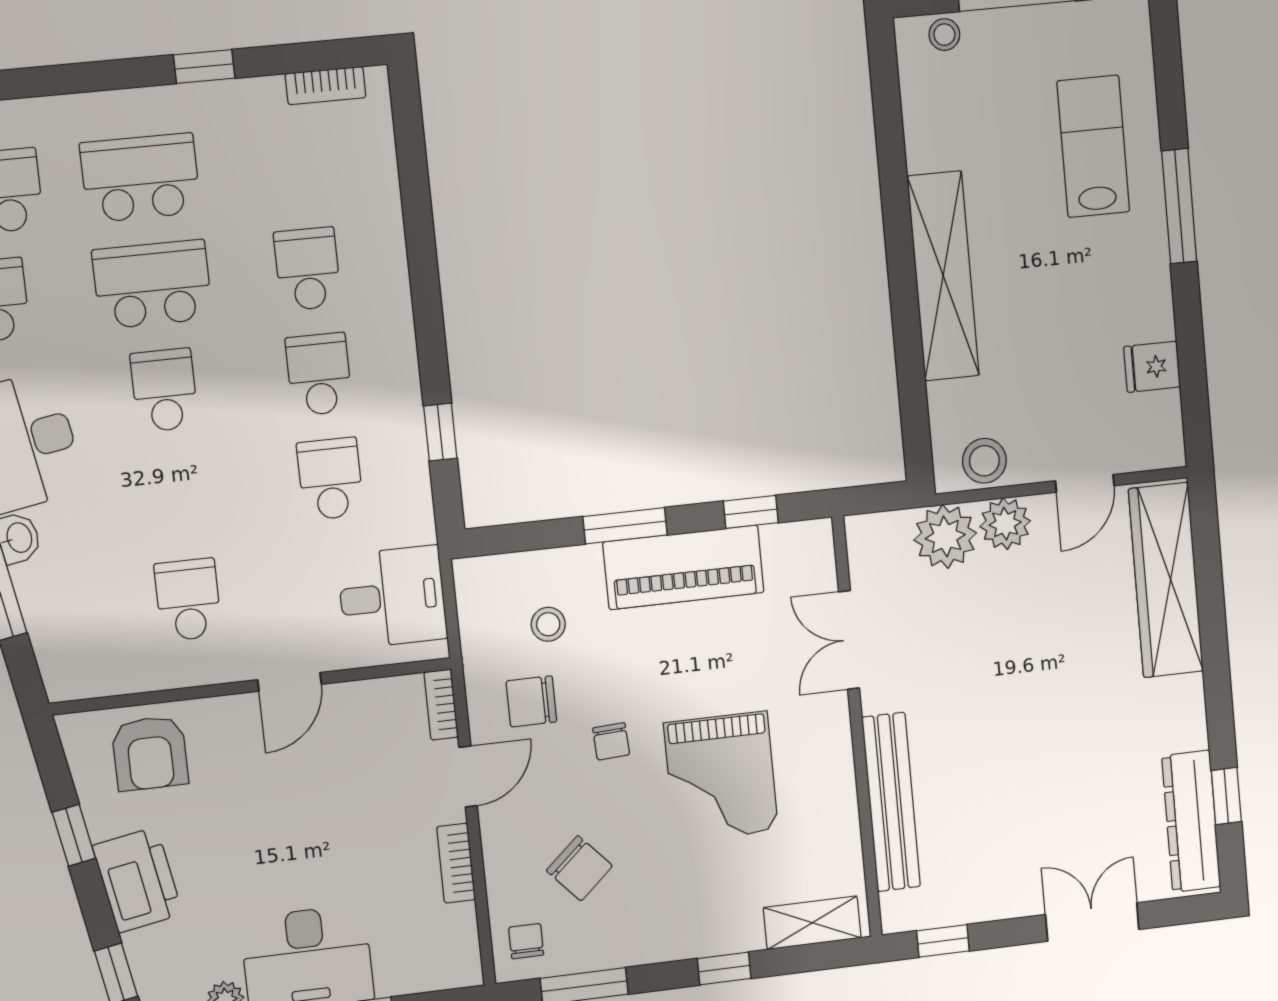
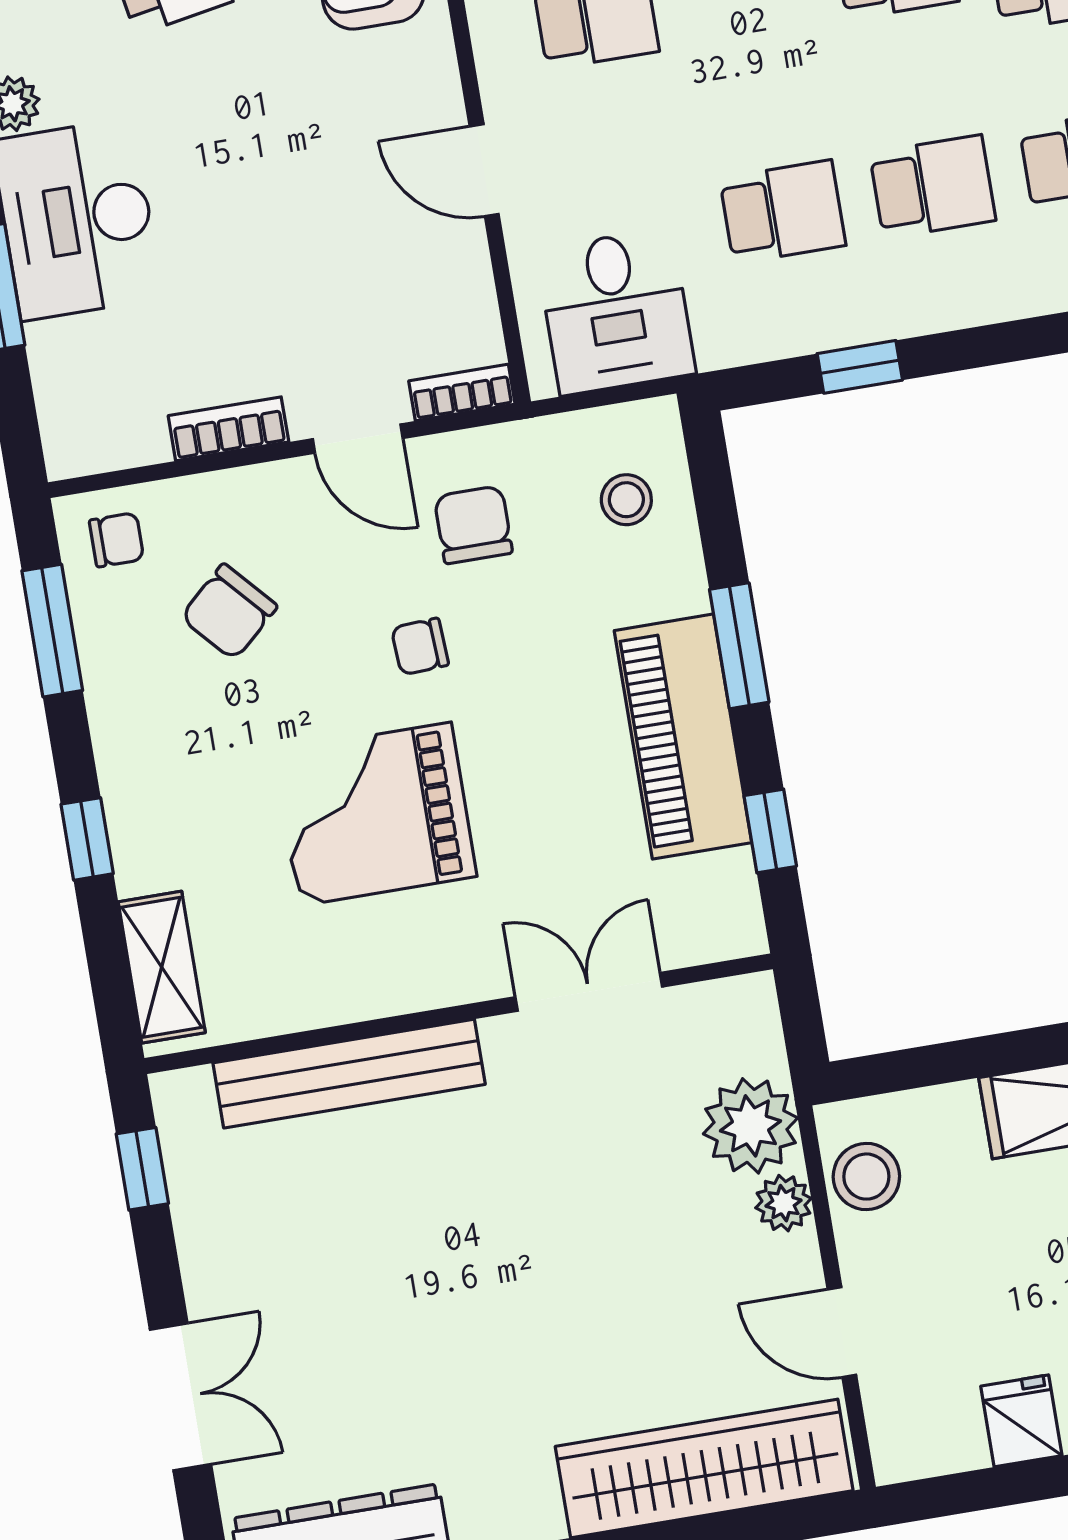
plant: (1005, 524) -> (783, 1203), width x0.73, depth x0.73
stool: (548, 624) -> (626, 500), moved

